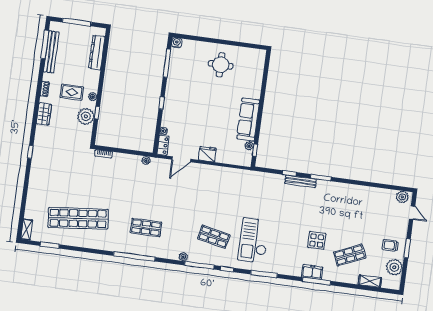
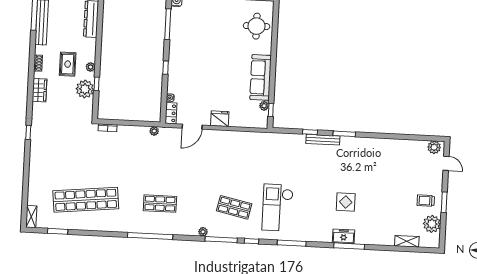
round table: (221, 65) -> (257, 26), moved
rug: (72, 92) -> (68, 64), turned 90
shop shelf: (350, 255) -> (383, 215), removed

